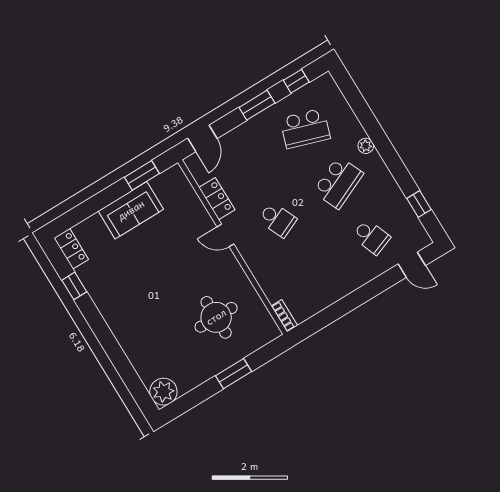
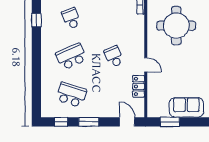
door: (202, 138) -> (127, 122), hinge flipped
plant: (366, 146) -> (46, 67), removed
round table: (216, 317) -> (176, 26), width x1.36, depth x1.36

